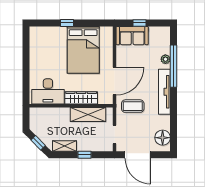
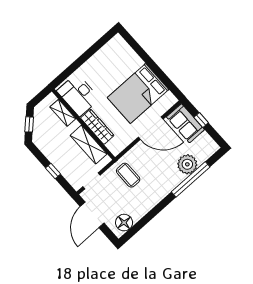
window: (67, 23) -> (148, 61), removed
plant: (165, 59) -> (187, 164), width x1.87, depth x1.87
door: (114, 81) -> (151, 128), moved
tv unit: (164, 92) -> (163, 191), removed
shelving: (64, 146) -> (63, 113), moved

